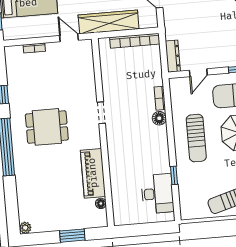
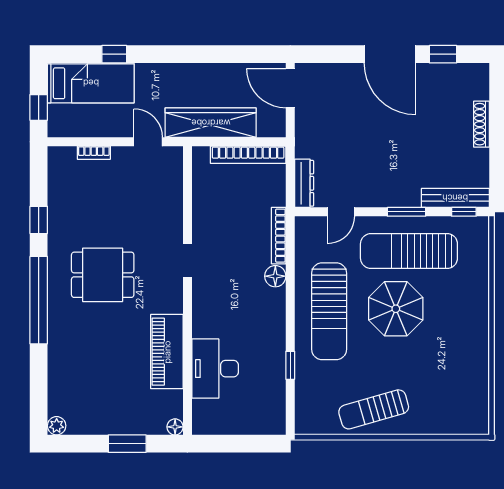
bookcase: (160, 98) -> (279, 236), width x1.56
sun lounger: (196, 138) -> (329, 311), width x1.36, depth x1.34
desk: (157, 194) -> (215, 369), moved, turned 180
floor lamp: (101, 203) -> (175, 427), moved

